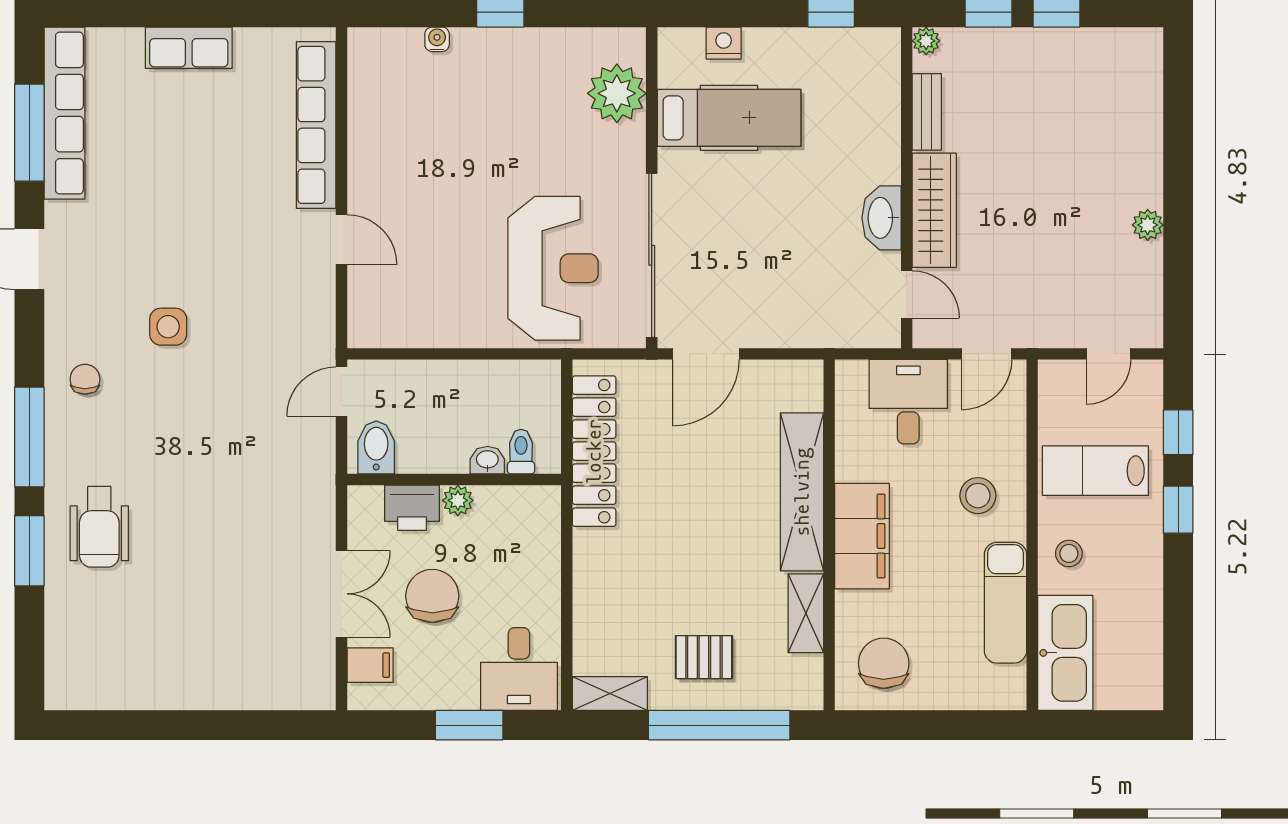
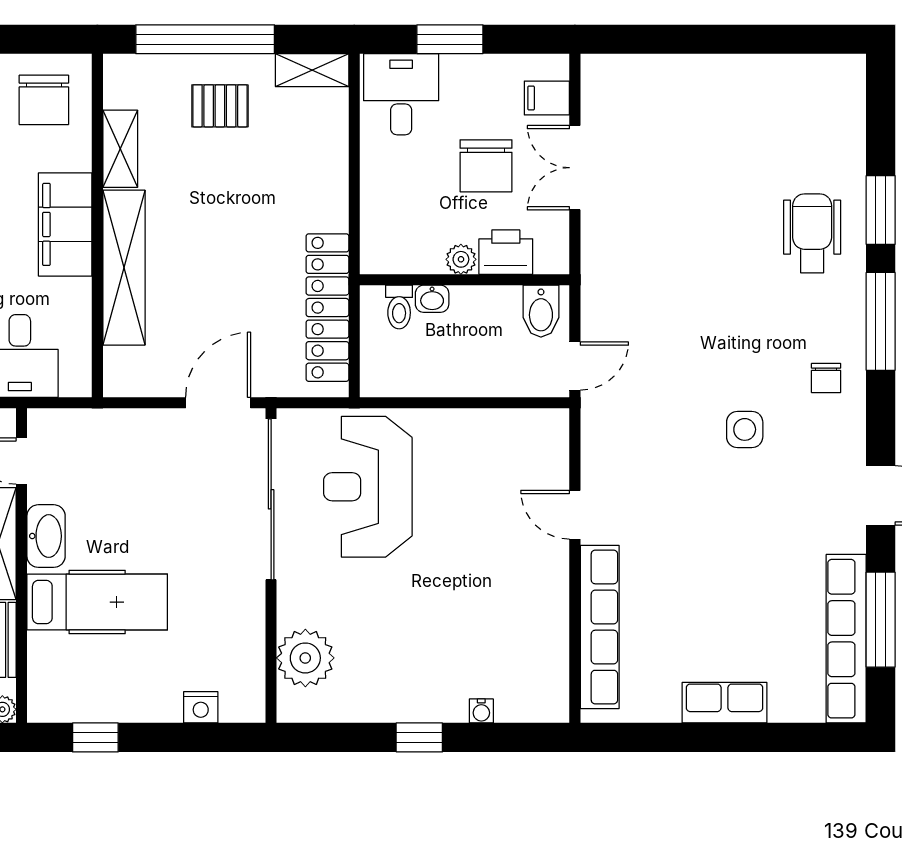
hospital bed: (729, 118) -> (97, 602), moved, turned 180

